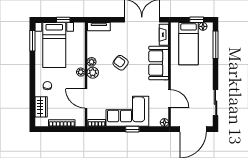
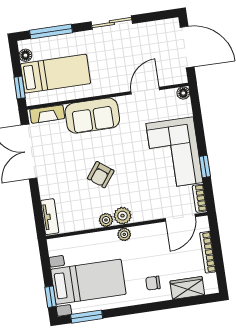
window: (63, 20) -> (51, 297), moved
window: (197, 20) -> (20, 87), moved
door: (86, 98) -> (180, 218), moved
sliding door: (216, 103) -> (112, 23), moved
window: (132, 129) -> (205, 167), moved

